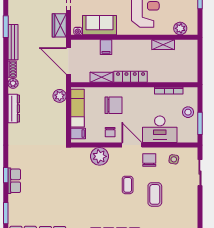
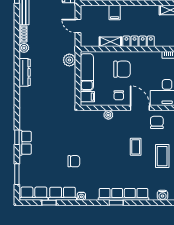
door: (68, 61) -> (78, 26), width x0.53
plant: (100, 156) -> (108, 115), width x0.53, depth x0.53
chair: (64, 200) -> (74, 161), added

